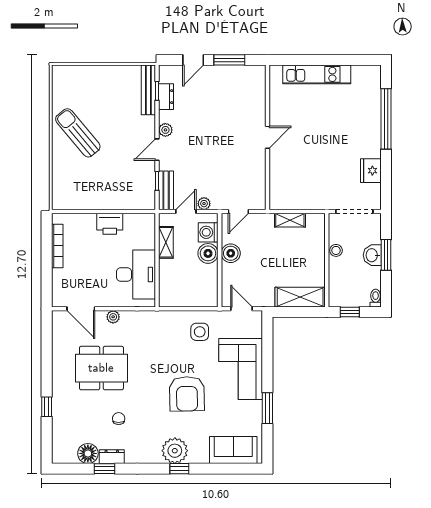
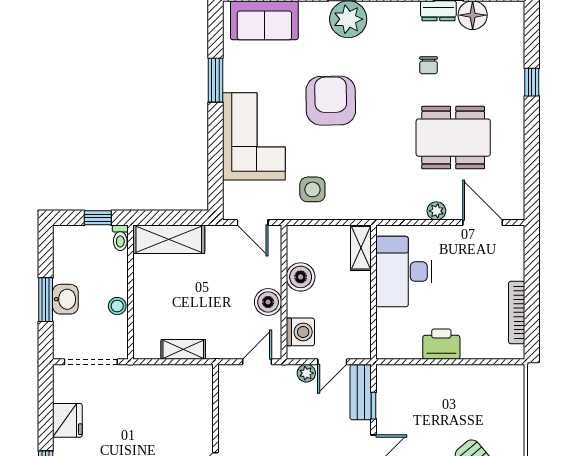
shelving: (166, 242) -> (361, 248), moved
boiler: (208, 253) -> (301, 277), moved
toilet: (376, 298) -> (120, 238), moved

